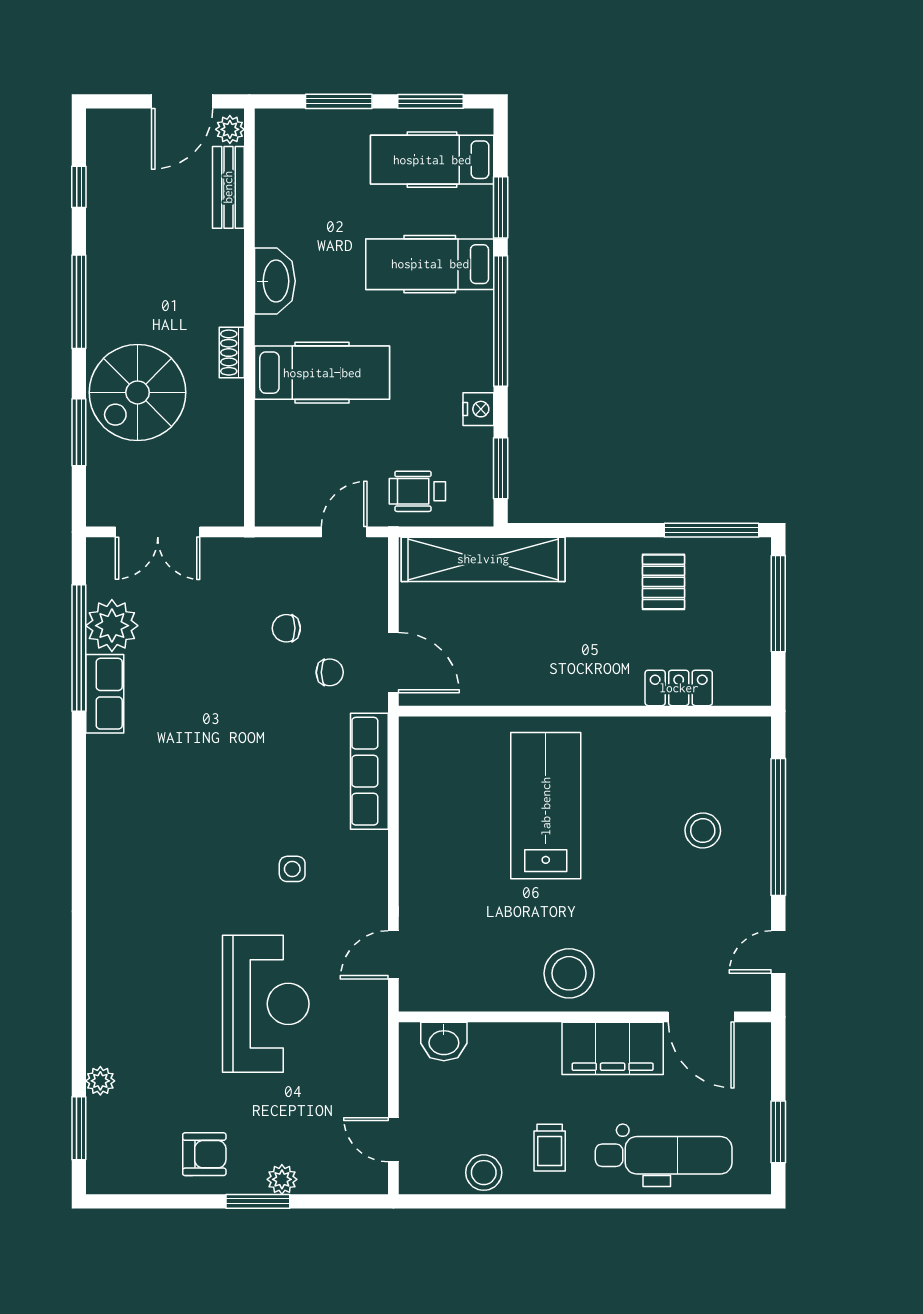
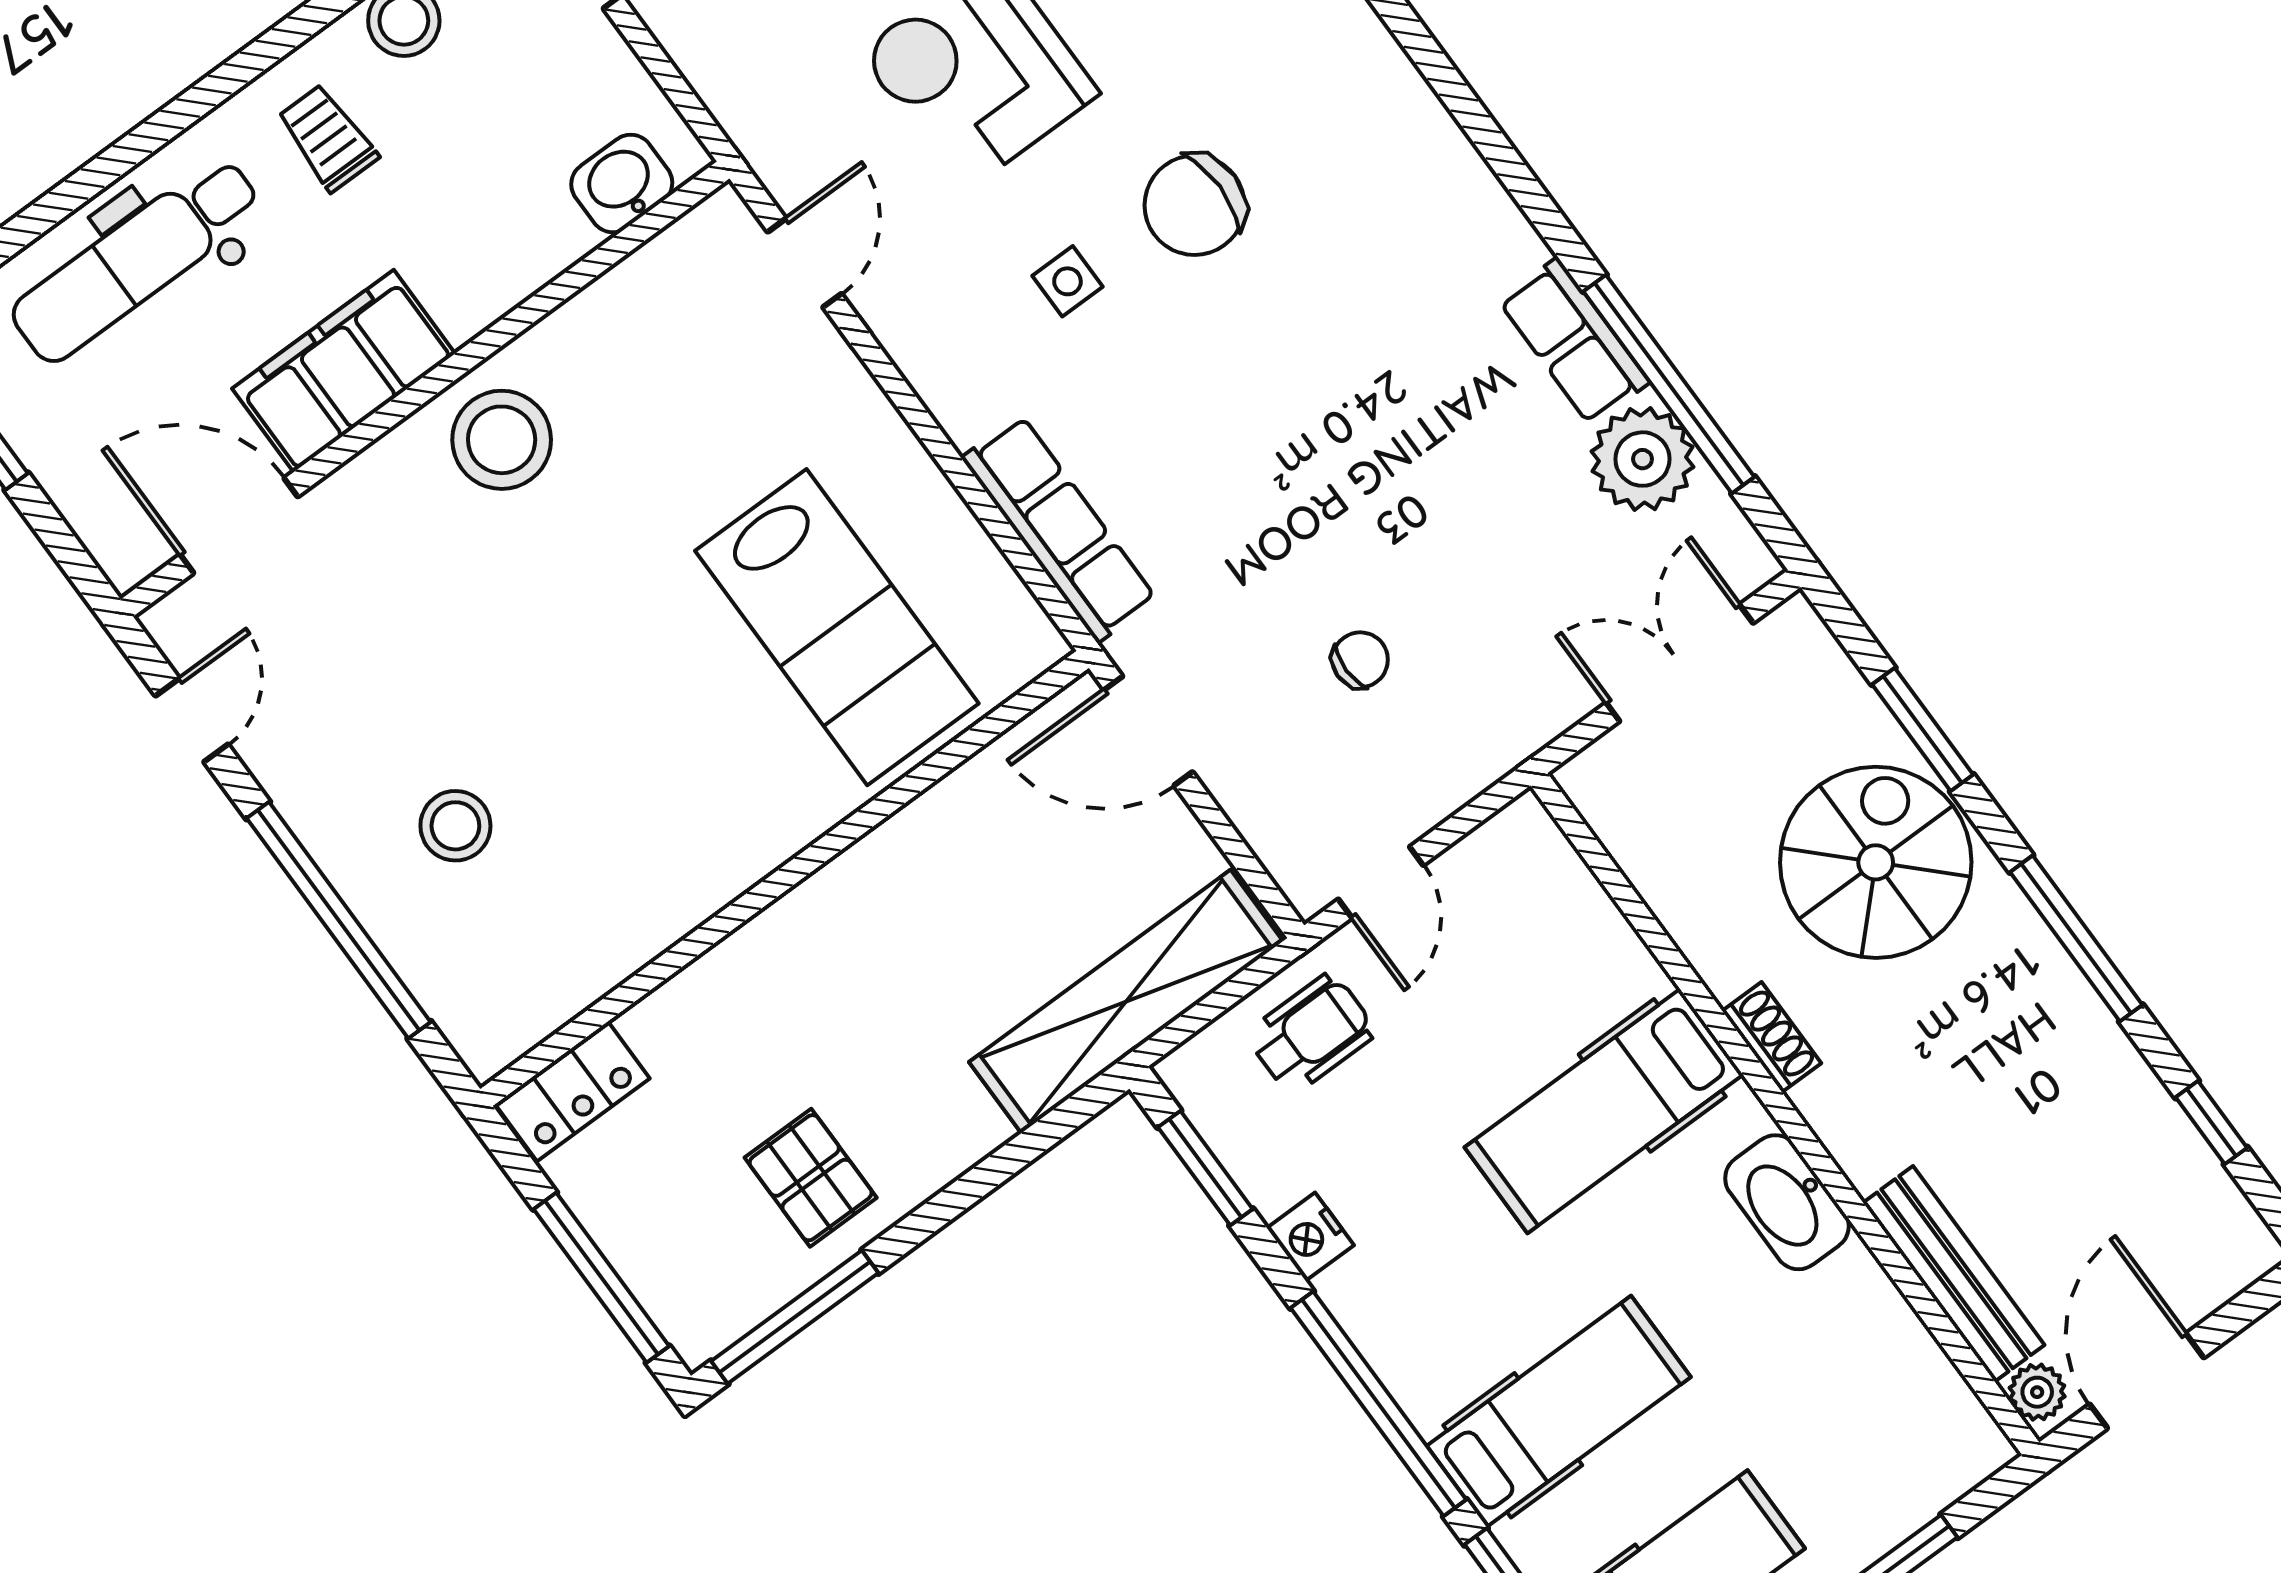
bench: (228, 187) -> (1954, 1274), width x1.36
chair: (330, 672) -> (1195, 205), moved, width x1.87, depth x1.87
locker: (679, 688) -> (572, 1091), moved
lab bench: (546, 806) -> (837, 627), moved

